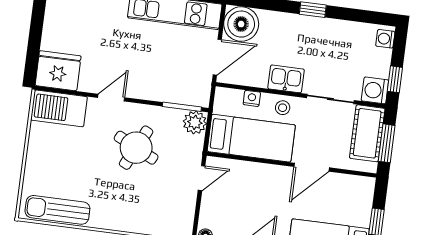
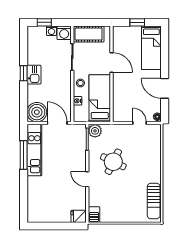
washing machine: (385, 39) -> (51, 31), moved
fridge: (58, 71) -> (79, 216), width x0.53, depth x0.75
kitchen sink: (286, 79) -> (34, 75), moved, turned 180
window: (395, 79) -> (44, 22), moved
barbecue: (59, 108) -> (94, 215), width x0.53, depth x0.65
window: (387, 143) -> (93, 22), removed
door: (202, 178) -> (139, 123), moved

